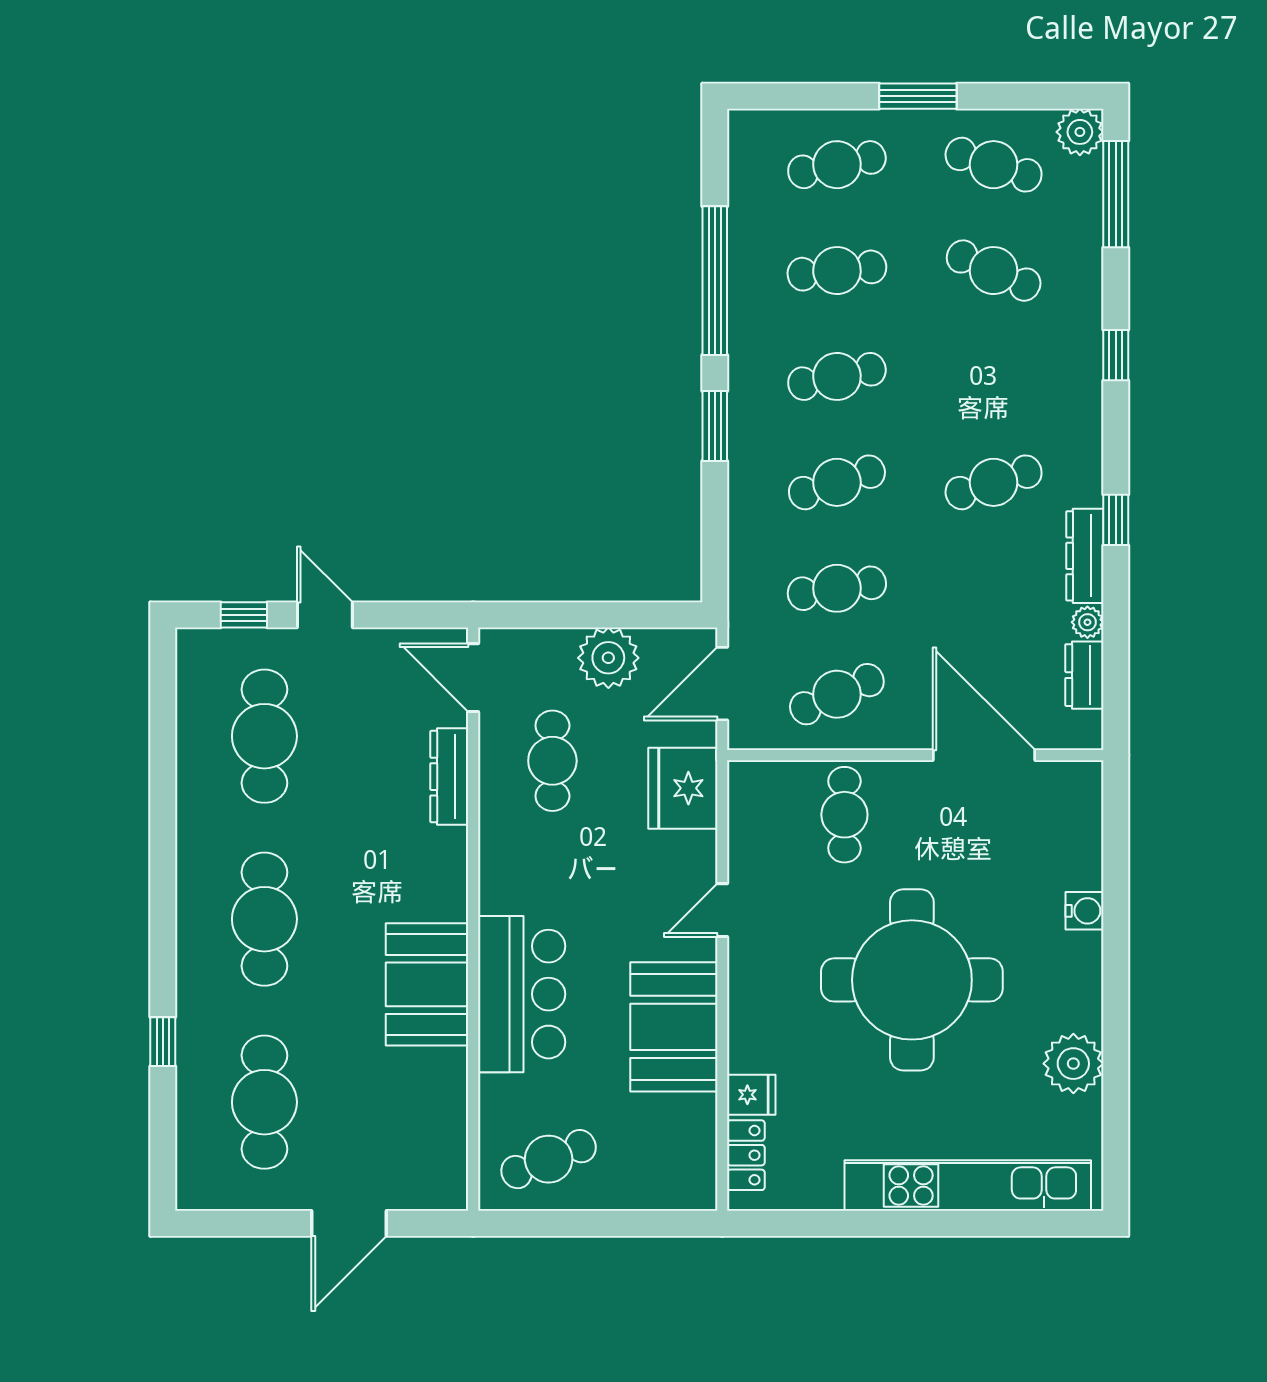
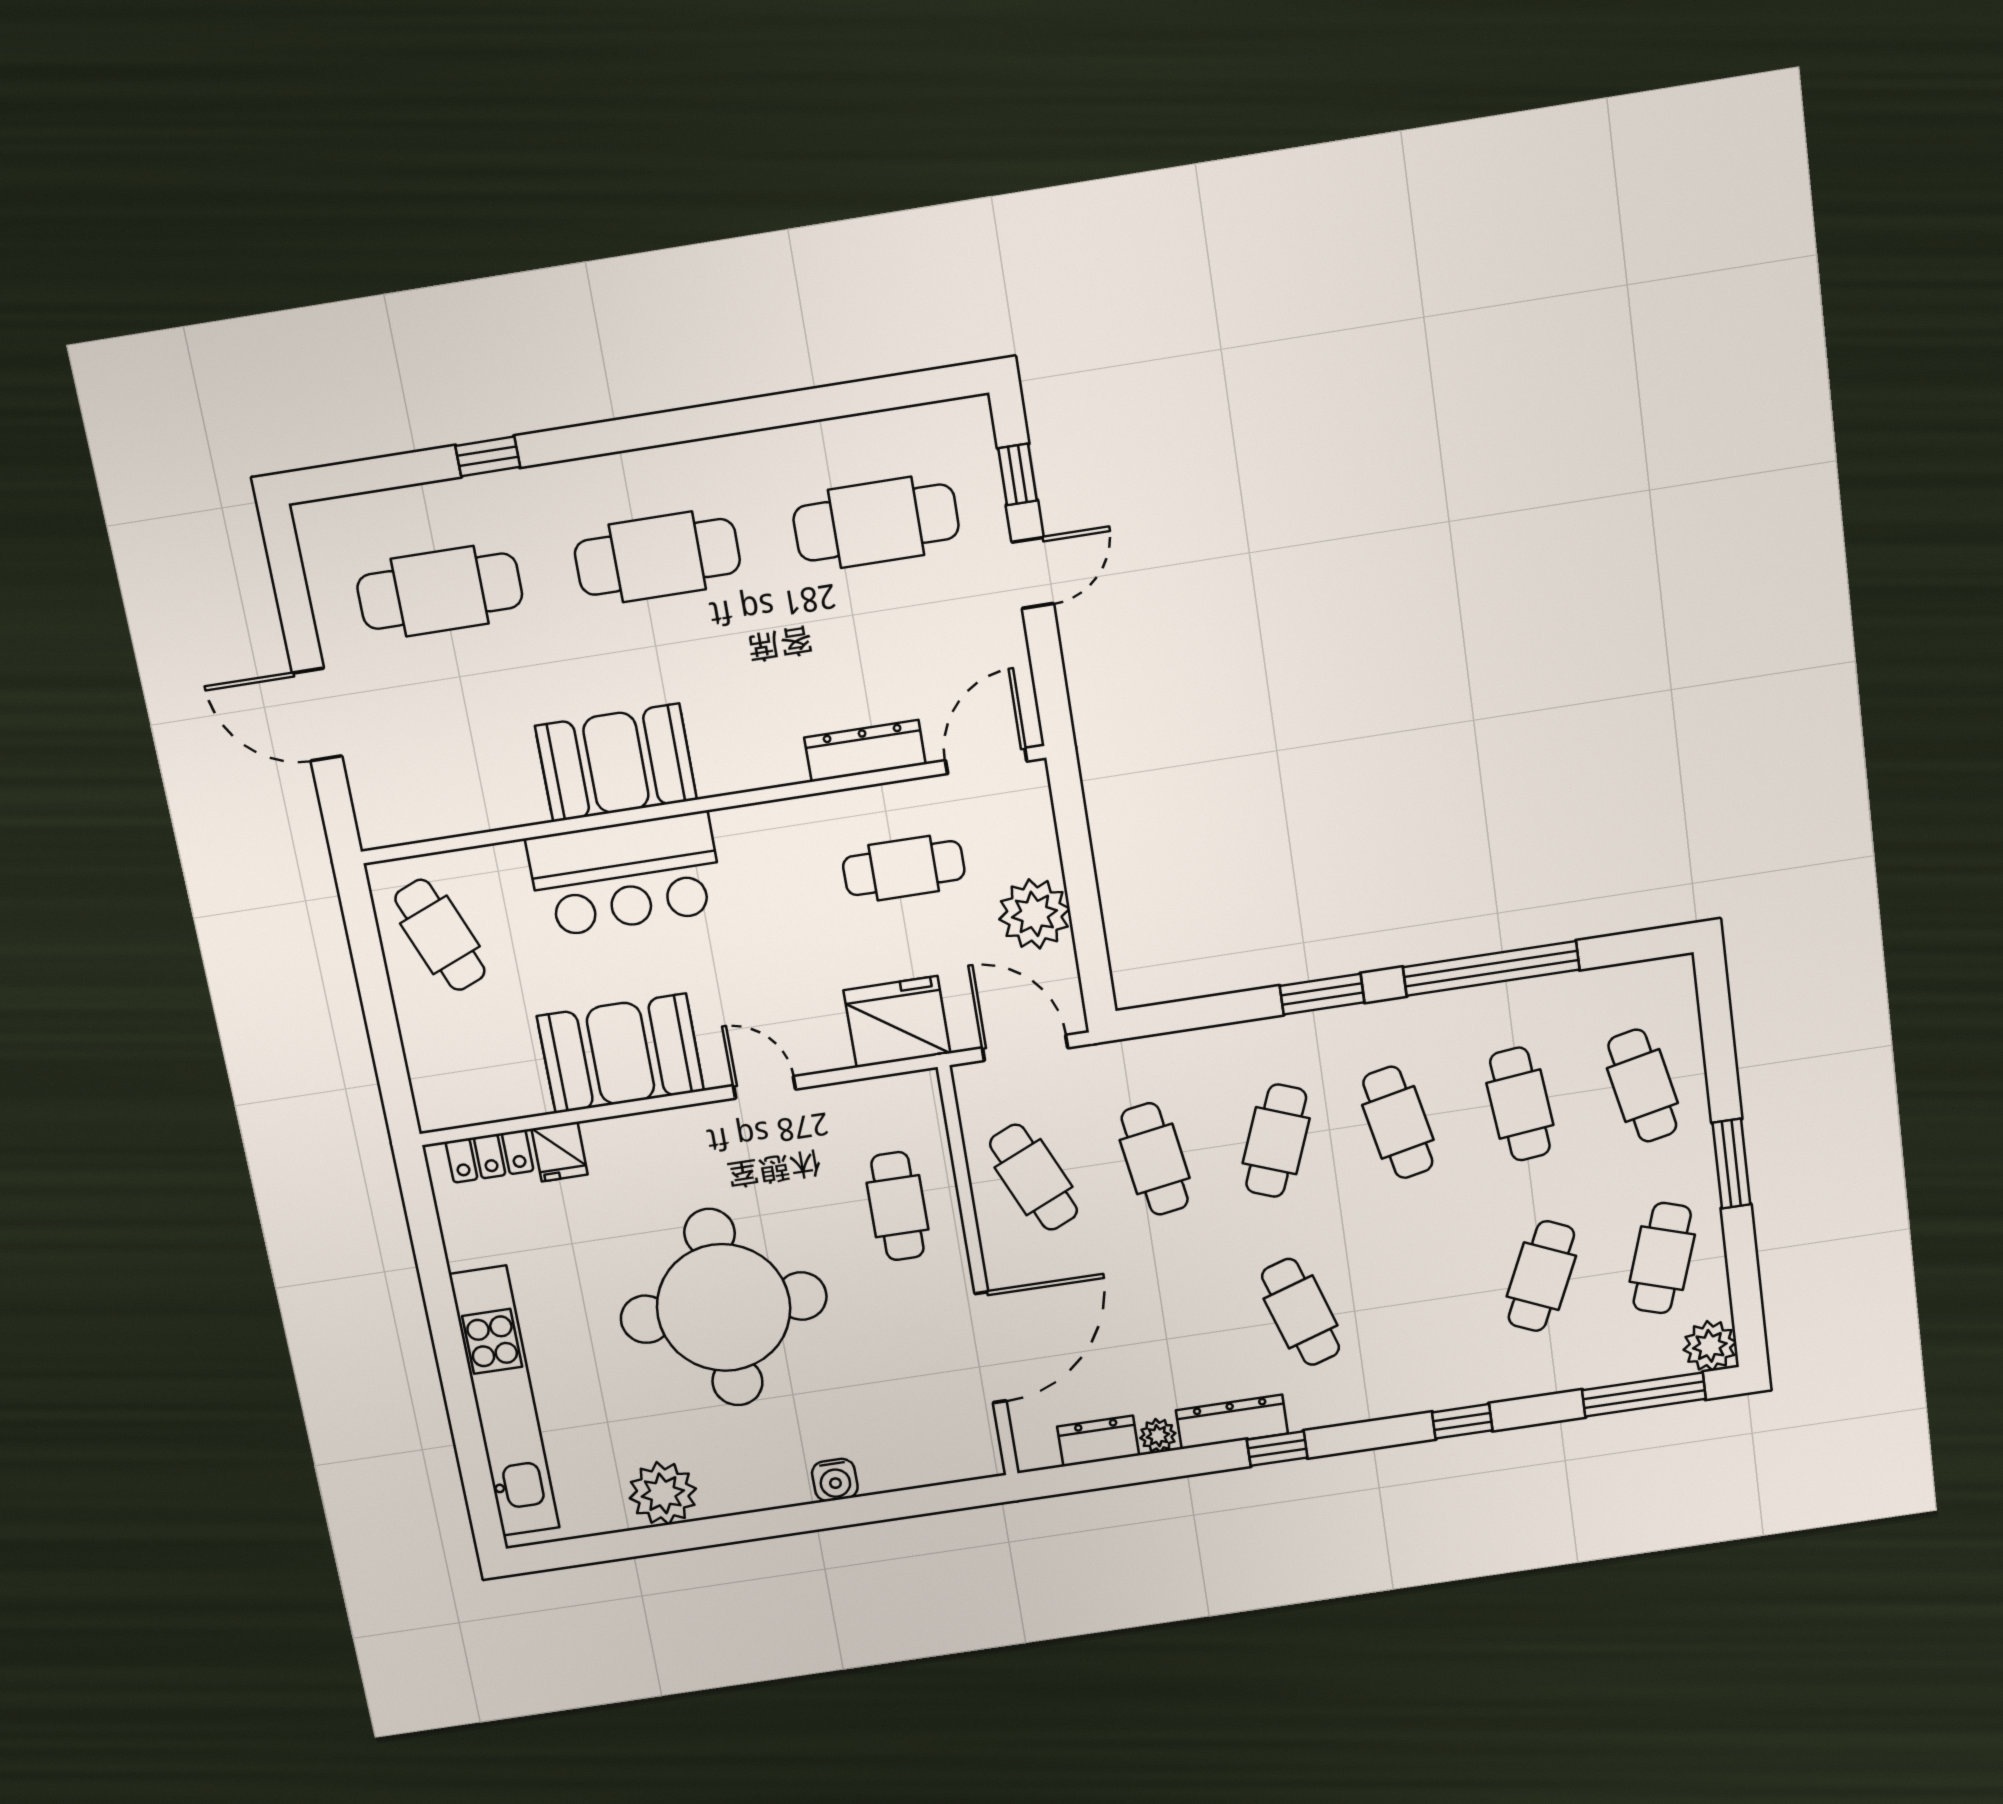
cafe table: (837, 482) -> (1276, 1141), turned 39
cafe table: (844, 815) -> (898, 1206), turned 90

